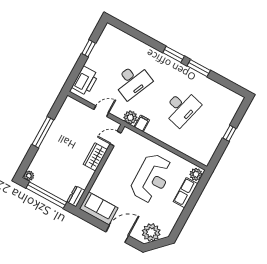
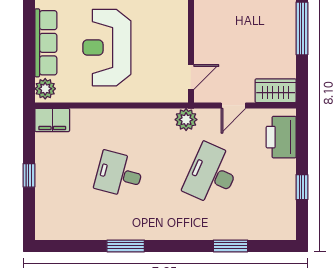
window: (174, 54) -> (231, 246), moved
desk: (182, 108) -> (119, 174), width x0.73
filing cabinet: (142, 123) -> (52, 120), moved, width x2.00
wardrobe: (95, 157) -> (276, 91), moved, turned -90
row of seats: (186, 193) -> (46, 43), width x1.48

